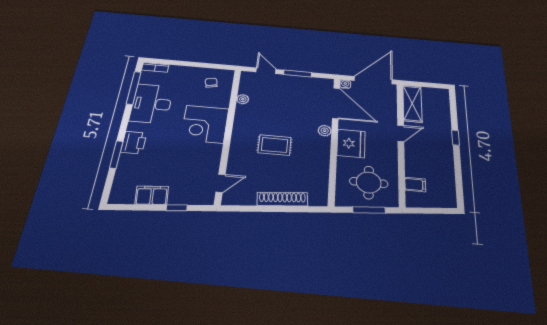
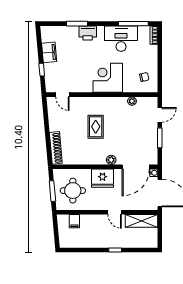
shoe rack: (282, 199) -> (56, 148), moved

